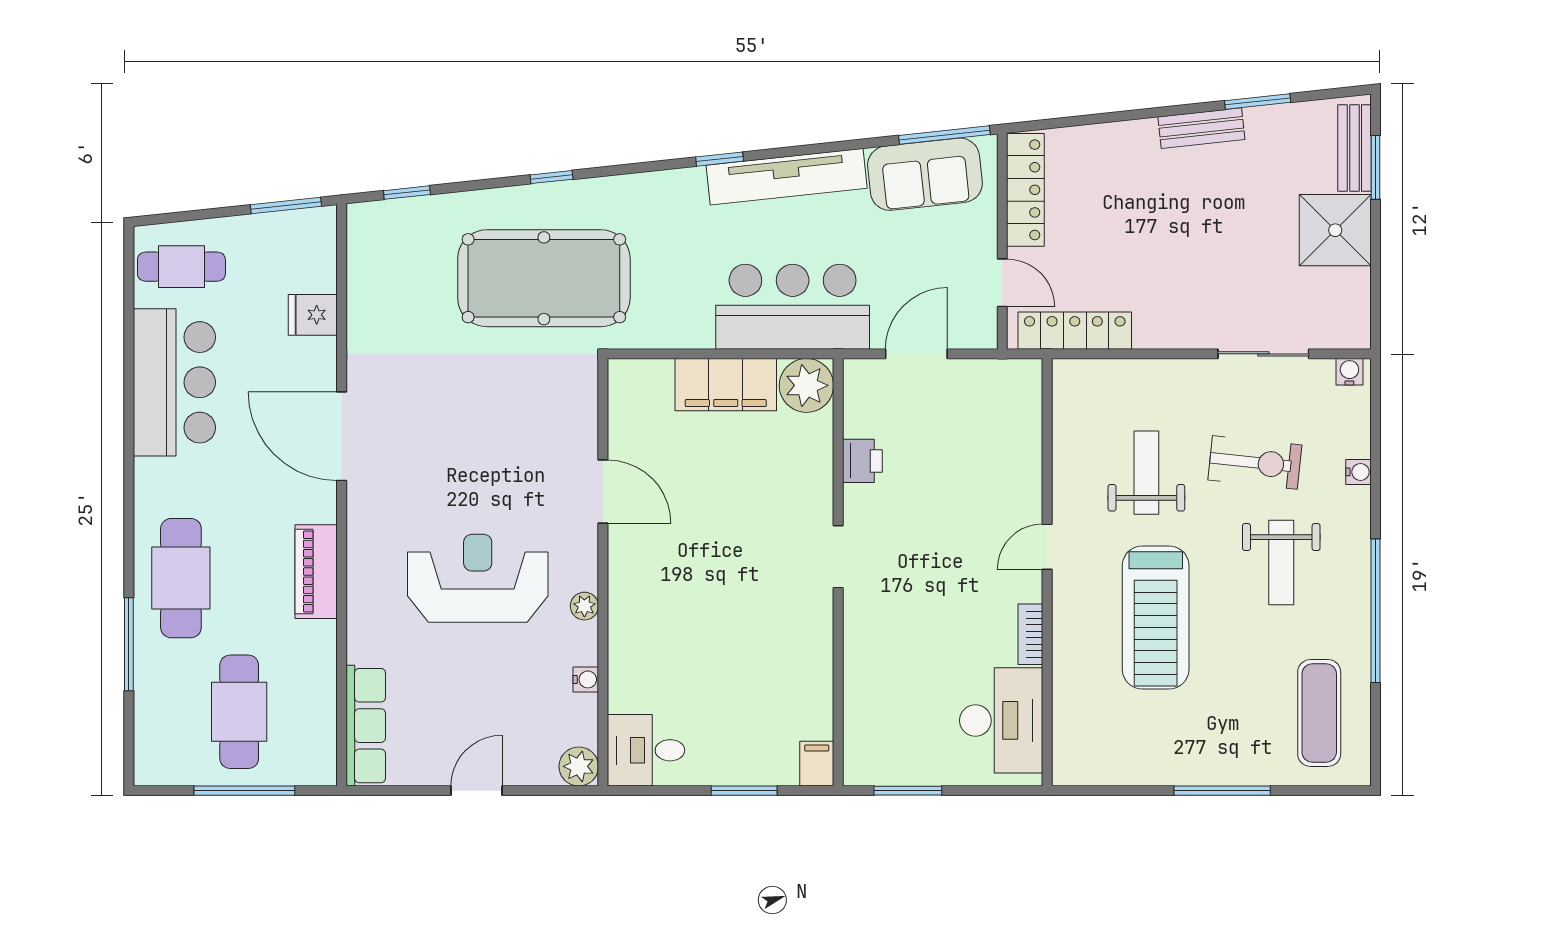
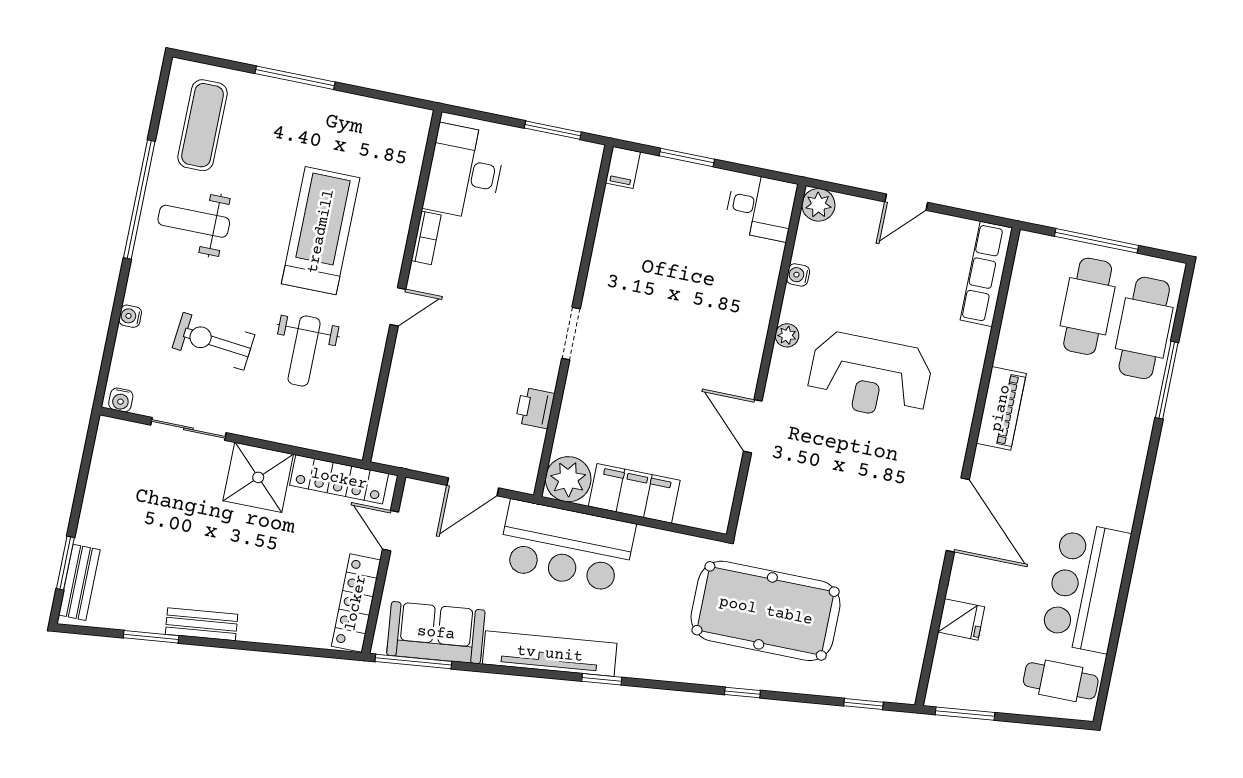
shower: (1335, 230) -> (258, 477), moved
weight bench: (1281, 562) -> (194, 221), moved, turned -90
cafe table: (181, 578) -> (1144, 328), moved

